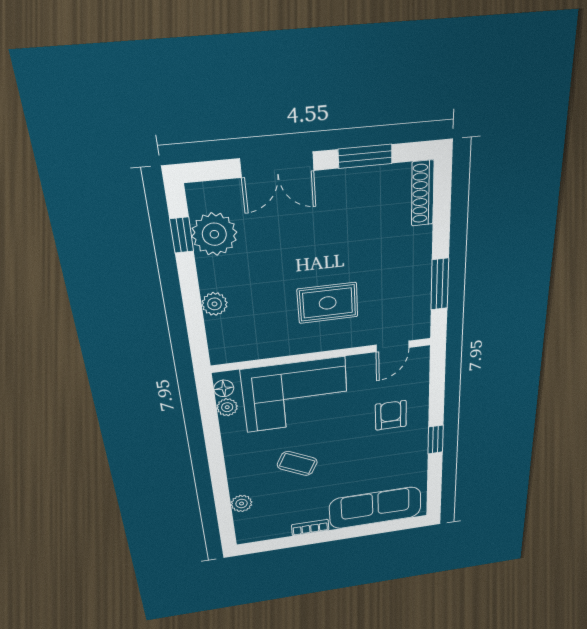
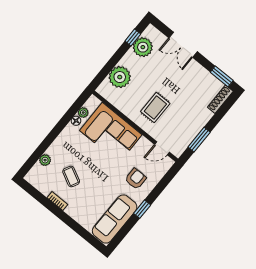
window: (365, 156) -> (222, 76), moved
rug: (328, 303) -> (155, 108), turned 90
plant: (215, 304) -> (120, 77), width x1.88, depth x1.88
floor lamp: (224, 388) -> (76, 121), moved
coffee table: (297, 463) -> (71, 176), moved
sofa: (375, 508) -> (115, 219), moved, turned -90

